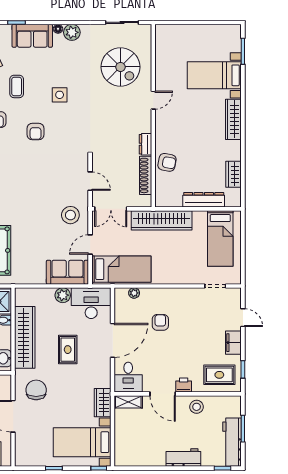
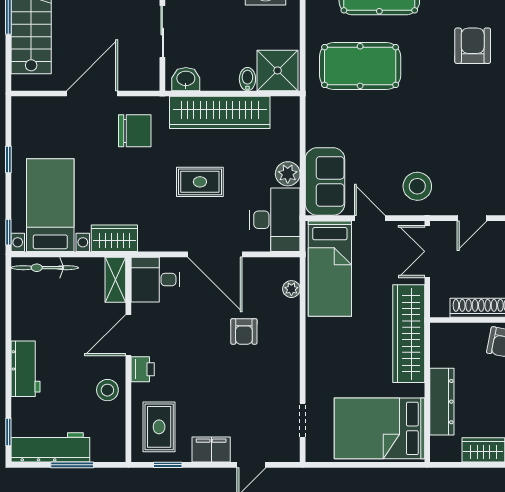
bed: (220, 238) -> (379, 428), width x1.50
armchair: (160, 322) -> (244, 331), turned 90
bicycle: (121, 446) -> (45, 268), added

